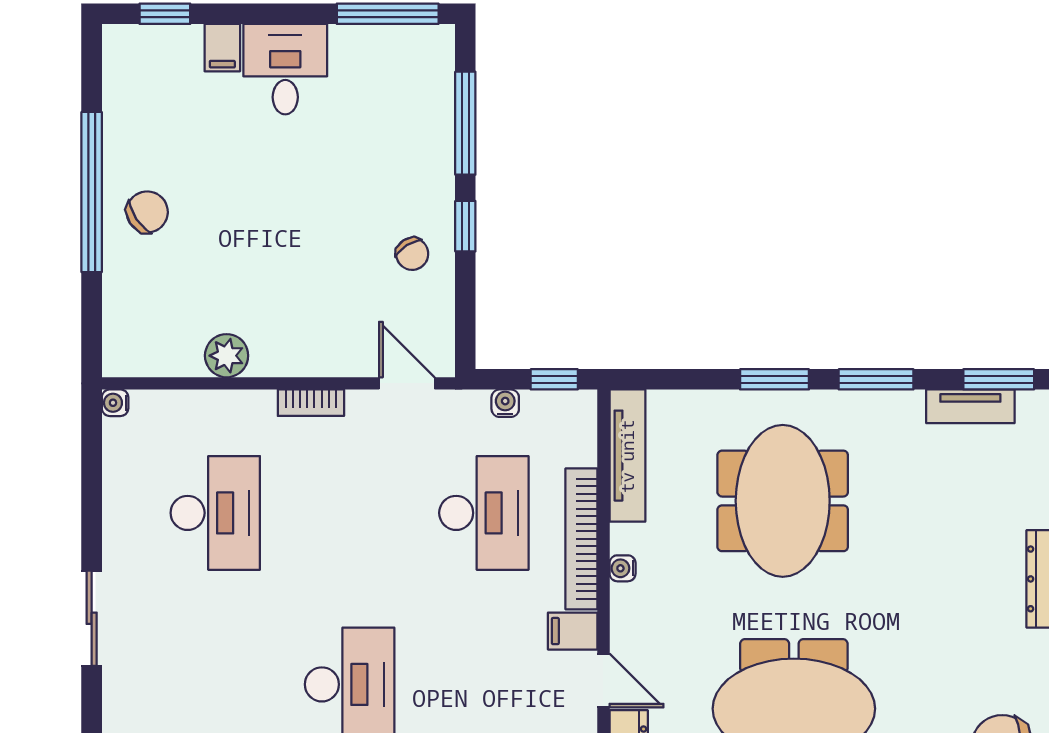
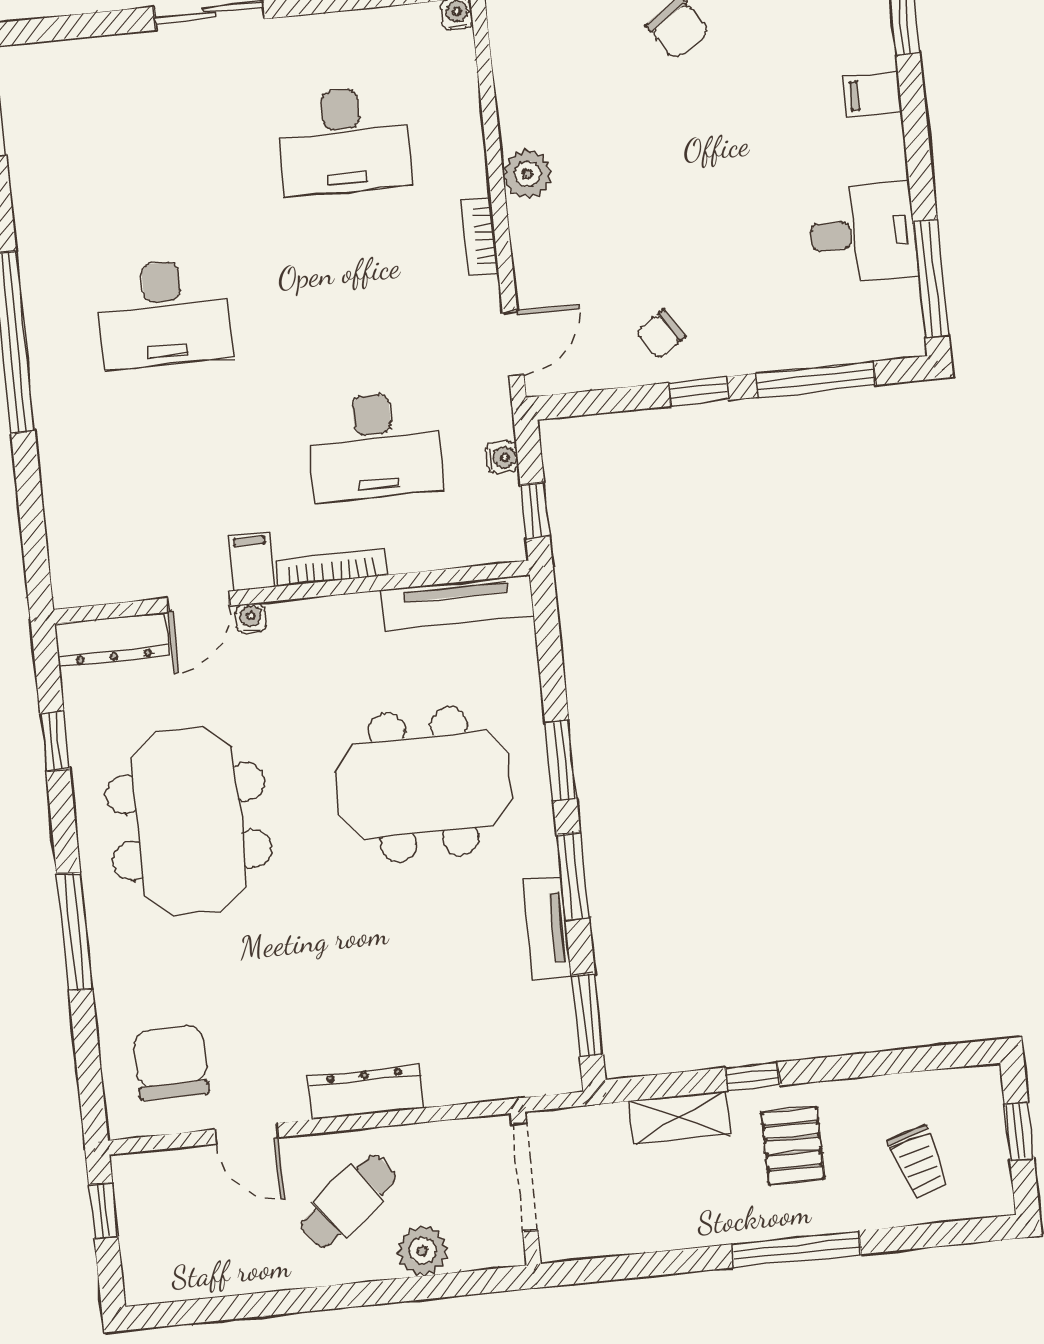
desk: (285, 69) -> (863, 233), moved
plant: (227, 356) -> (527, 174), moved
tv unit: (970, 406) -> (547, 928), moved
bookcase: (581, 539) -> (331, 567), width x0.68, depth x0.76
water cooler: (623, 568) -> (251, 618), moved

